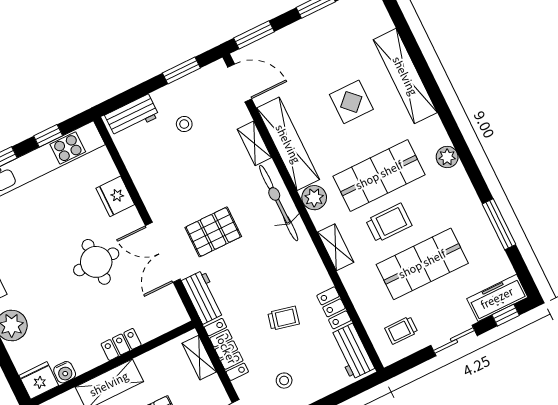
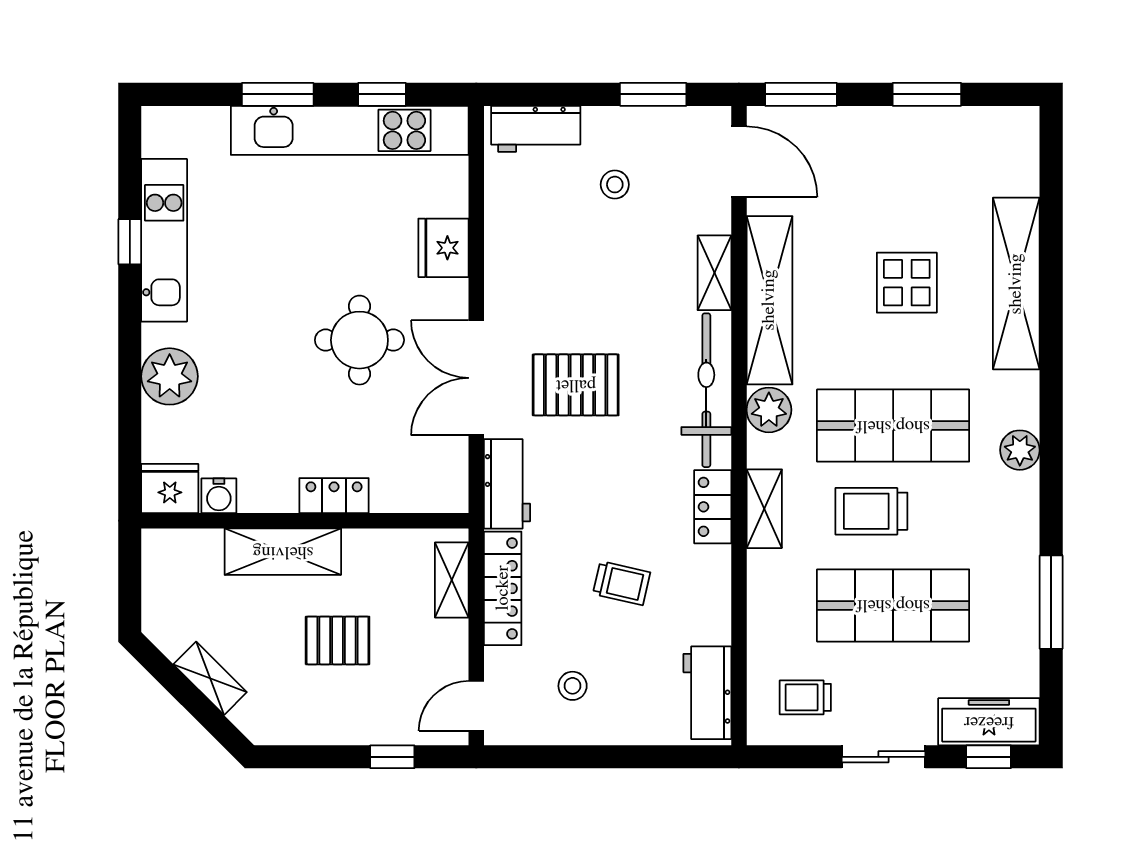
trolley: (389, 223) -> (871, 511), turned 180
locker: (334, 308) -> (713, 507), moved

